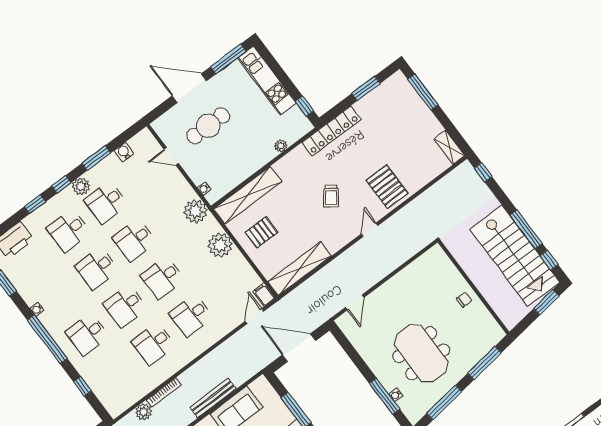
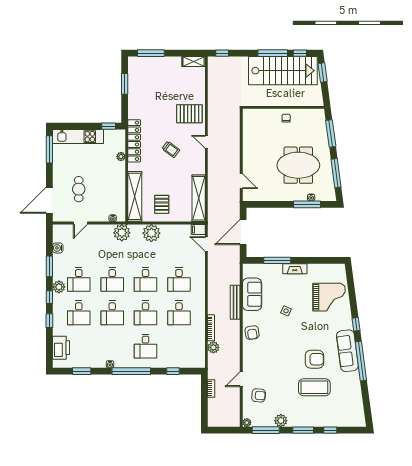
door: (189, 88) -> (49, 200), moved
cafe table: (208, 126) -> (79, 189), width x0.73, depth x0.74
locker: (331, 131) -> (134, 141), moved

